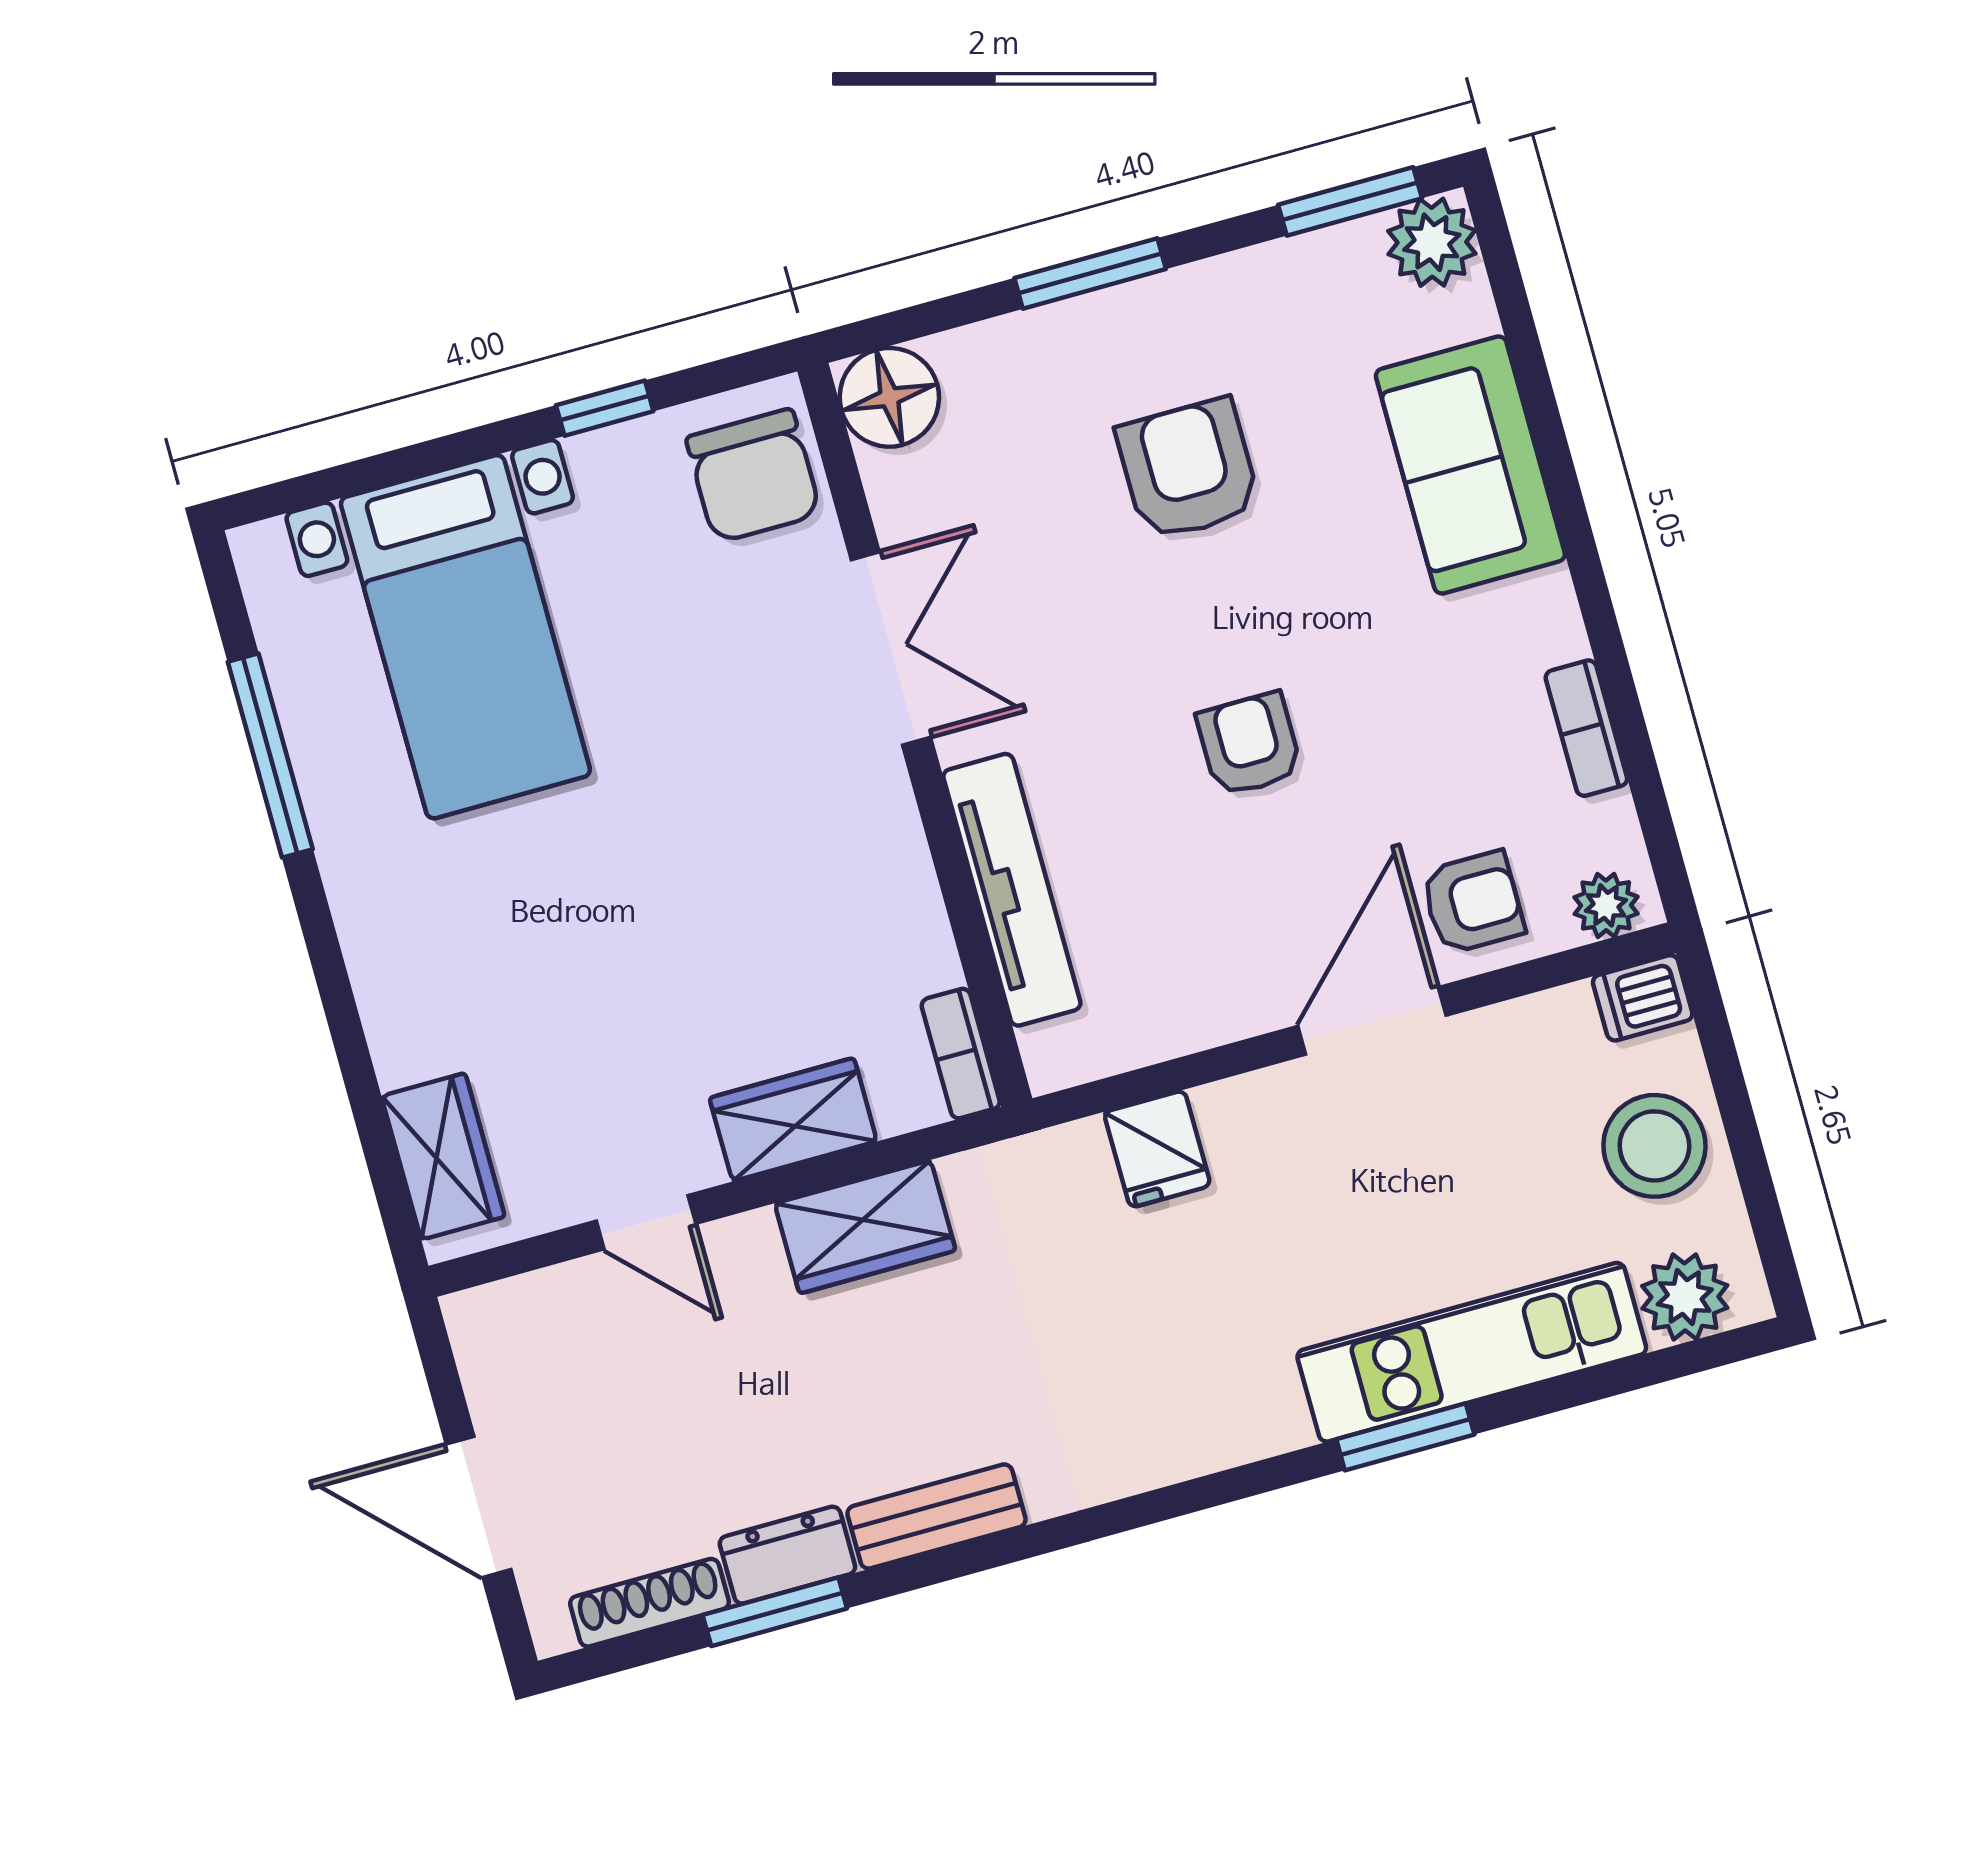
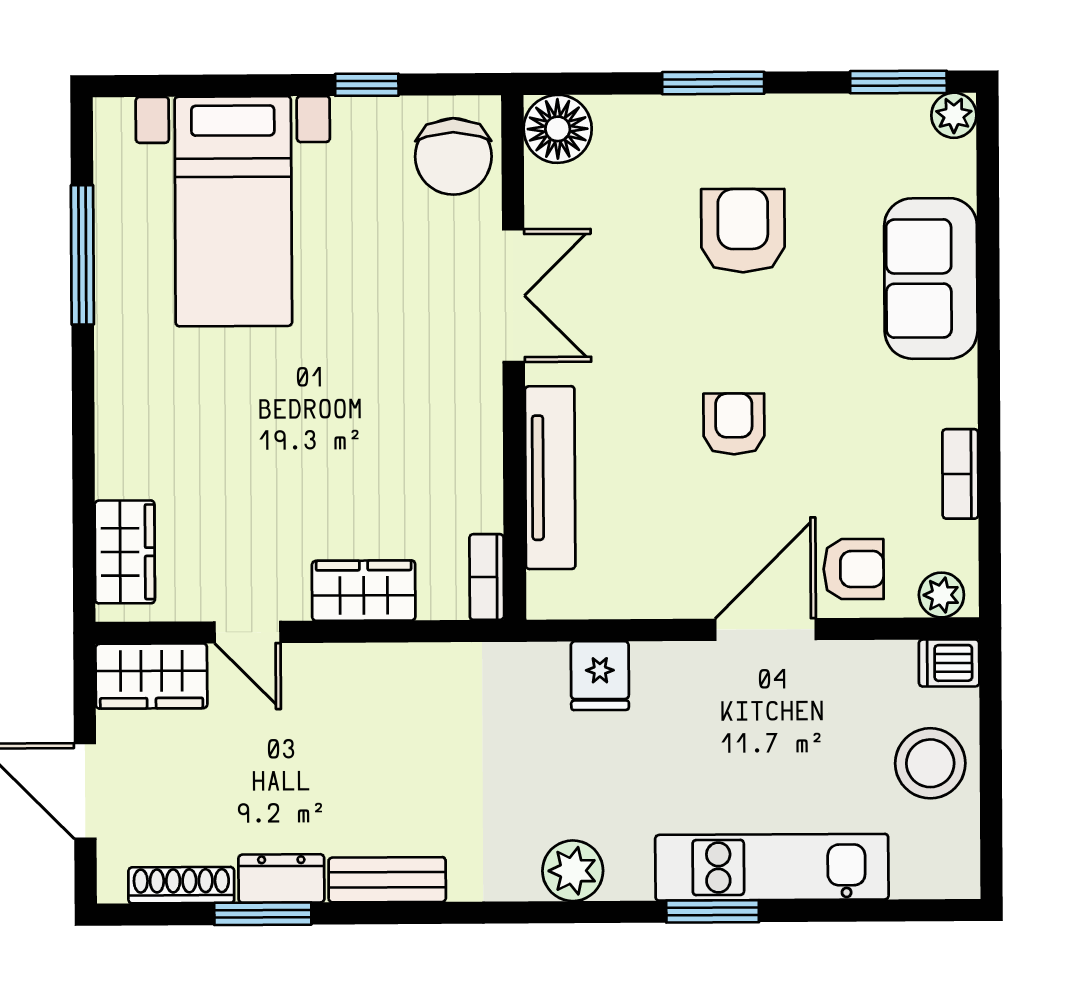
plant: (1432, 242) -> (954, 115), width x0.73, depth x0.73
wardrobe: (865, 1227) -> (151, 676), moved
plant: (1685, 1297) -> (573, 871), moved

